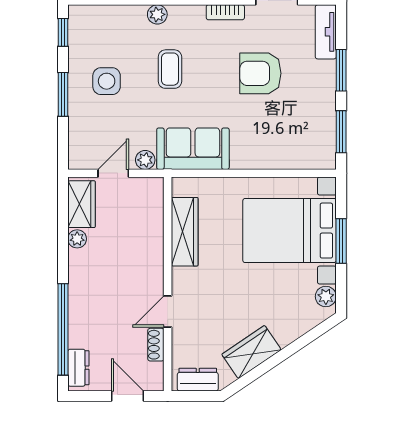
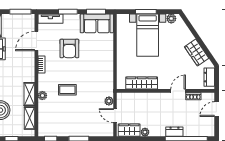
side table: (107, 81) -> (73, 119), removed
sofa: (193, 149) -> (97, 23), moved, turned -90
bed with nightstands: (290, 231) -> (148, 35), width x0.73
door: (168, 311) -> (178, 91), swing flipped
dresser: (78, 368) -> (174, 132), moved

